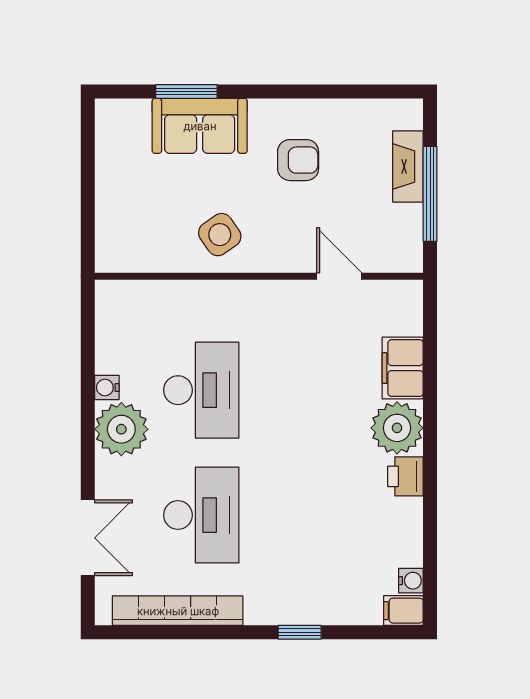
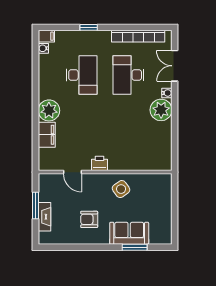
window: (430, 194) -> (36, 206), width x0.69
water cooler: (107, 388) -> (167, 93), moved
desk: (201, 390) -> (82, 75), moved, turned 180
printer: (405, 476) -> (99, 163), moved, turned -90

